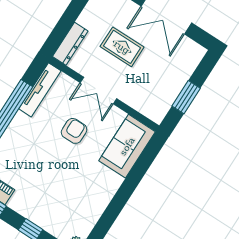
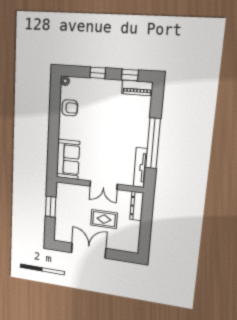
double door: (98, 91) -> (104, 185), swing flipped
armchair: (74, 131) -> (70, 108), moved, turned -90

